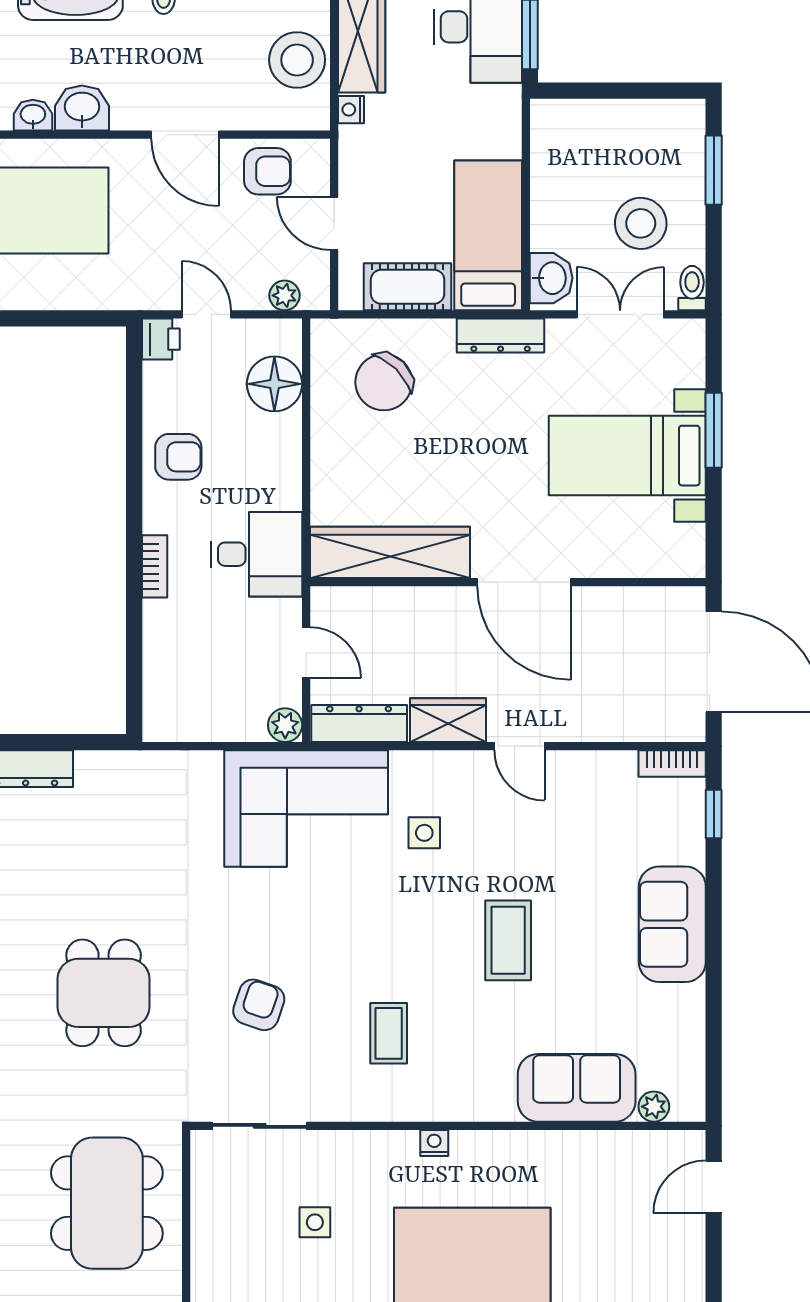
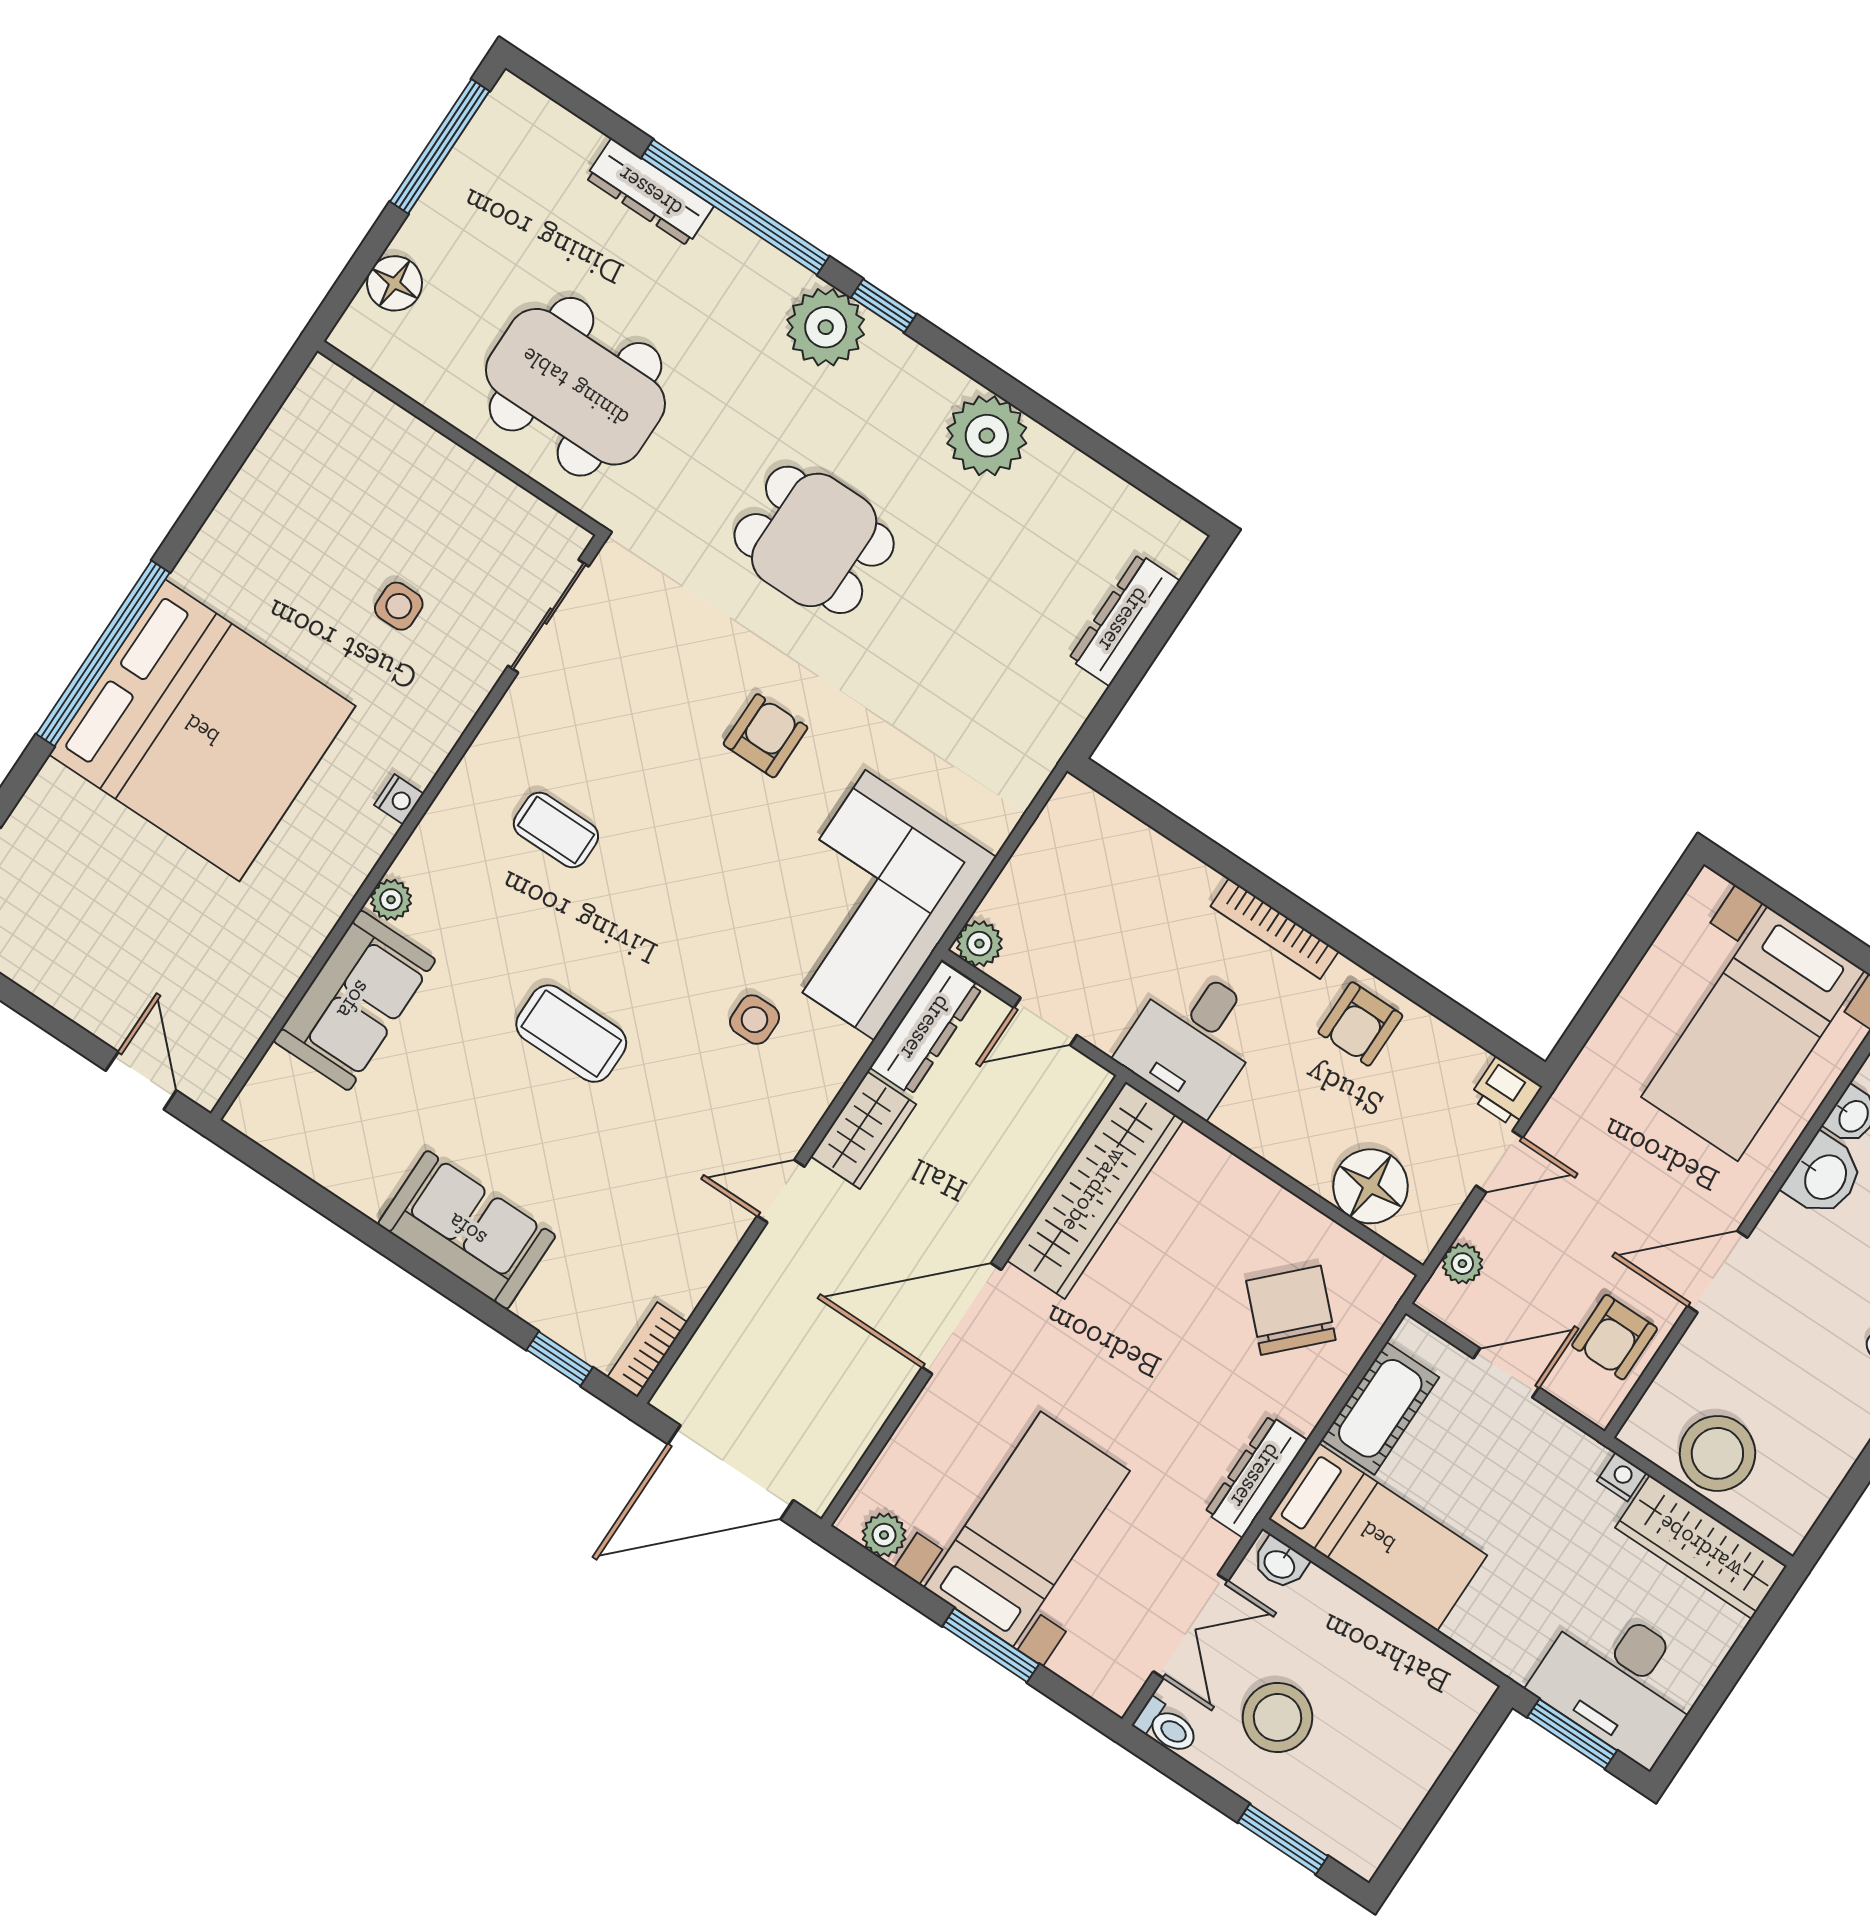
washbasin: (551, 278) -> (1280, 1563), width x0.72, depth x0.69
plant: (689, 541) -> (884, 1535), added
bookcase: (155, 566) -> (1275, 929), width x1.56
armchair: (259, 1005) -> (766, 736), moved, turned -109
plant: (654, 1107) -> (391, 900), moved

